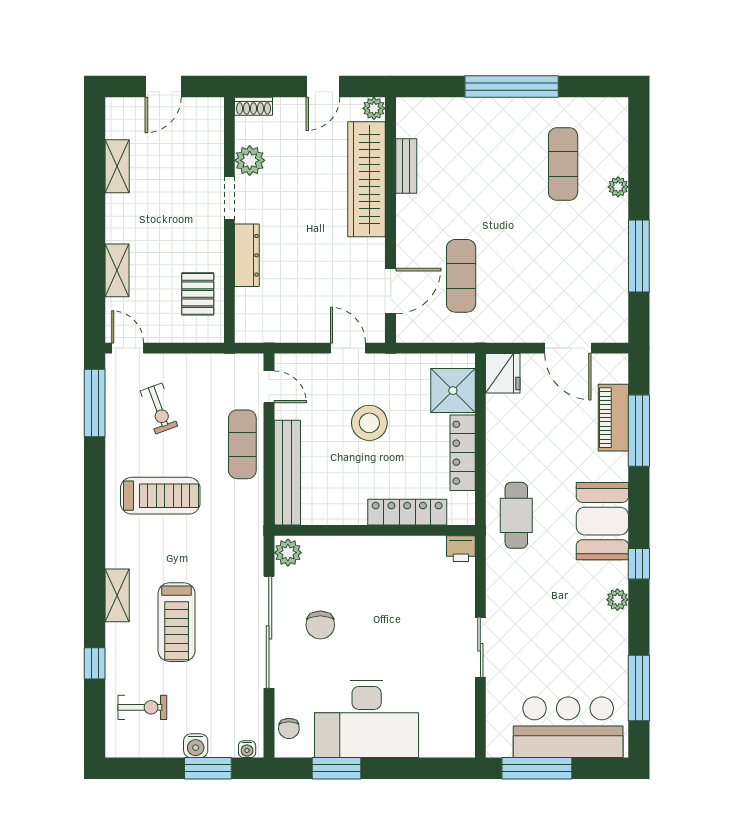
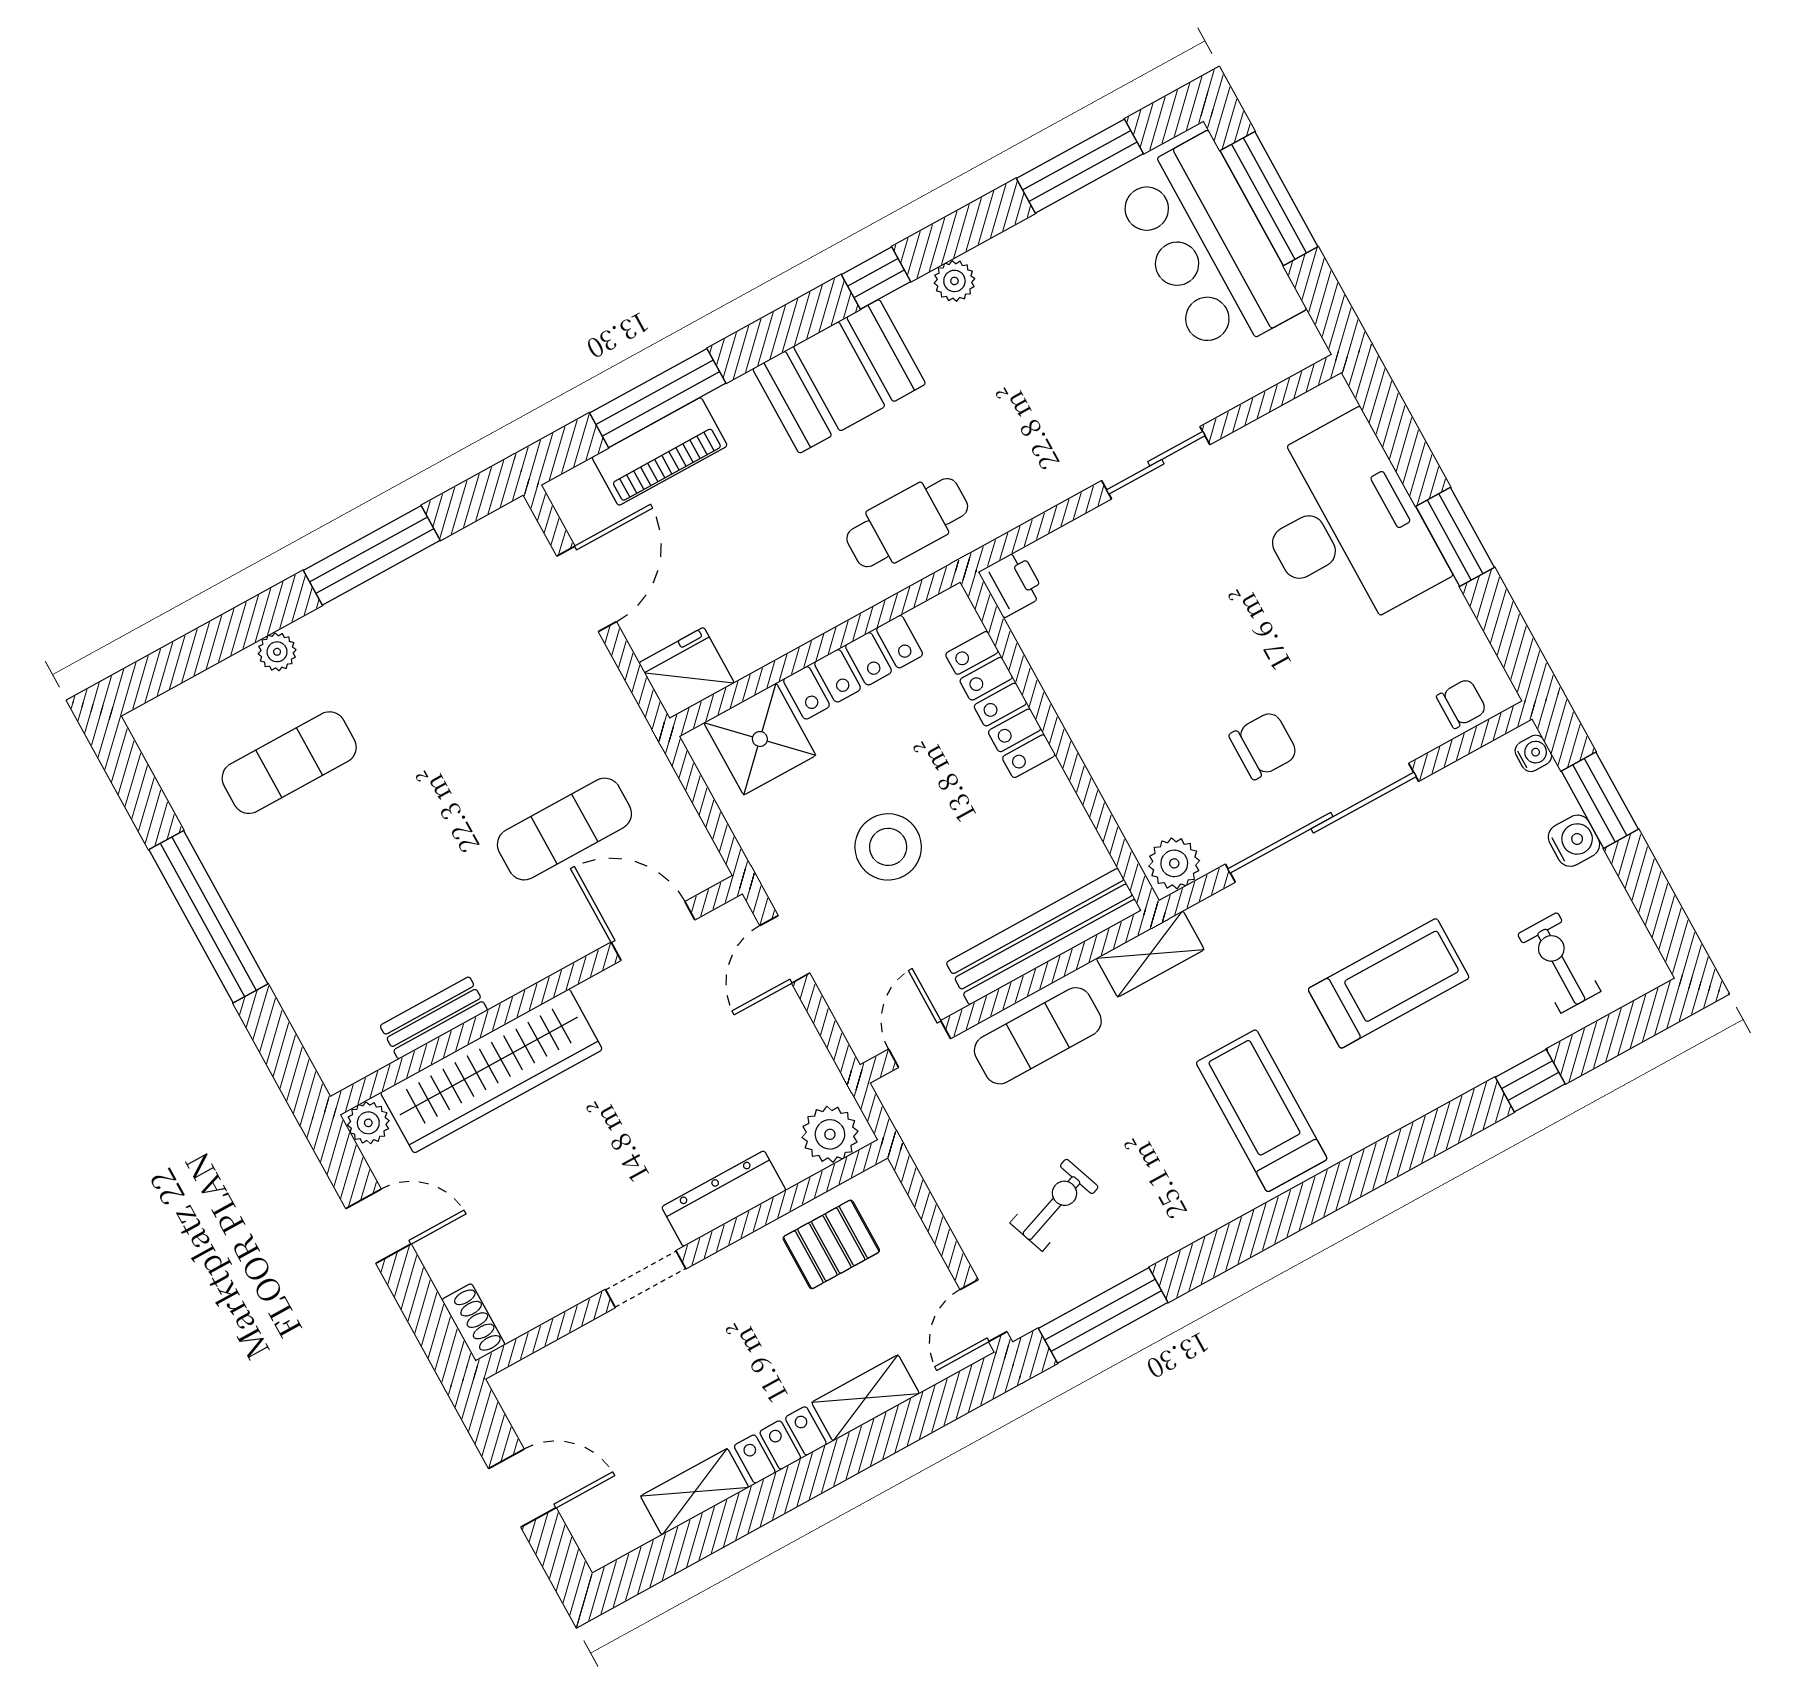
plant: (250, 160) -> (830, 1134), moved
locker: (117, 218) -> (780, 1445), added
treadmill: (160, 496) -> (1262, 1111), moved
shelving: (117, 595) -> (1150, 954), moved
desk: (367, 719) -> (1343, 525), moved
window: (336, 768) -> (1455, 537), moved
window: (537, 768) -> (1269, 199), moved

